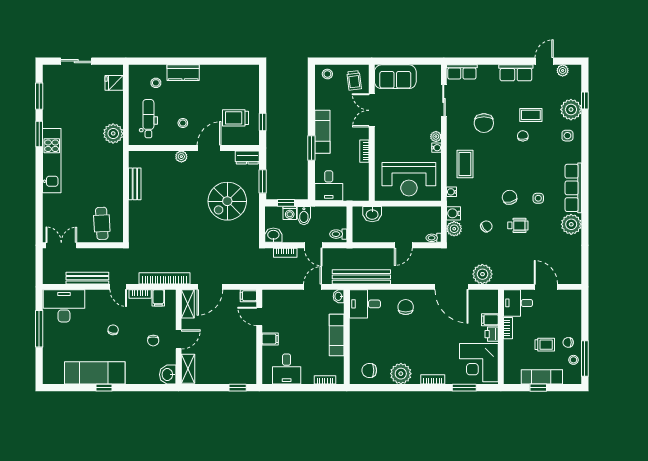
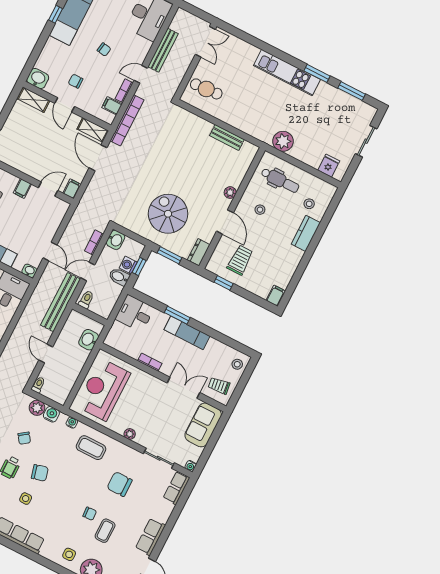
filing cabinet: (251, 71) -> (276, 296), added
water cooler: (436, 148) -> (191, 466), moved
bench: (361, 277) -> (61, 302), moved

